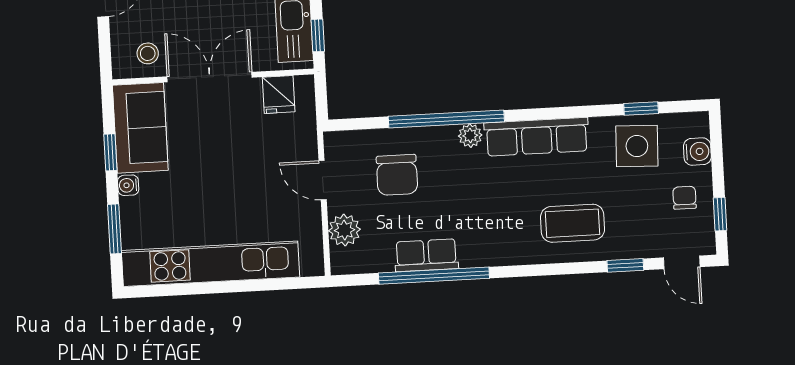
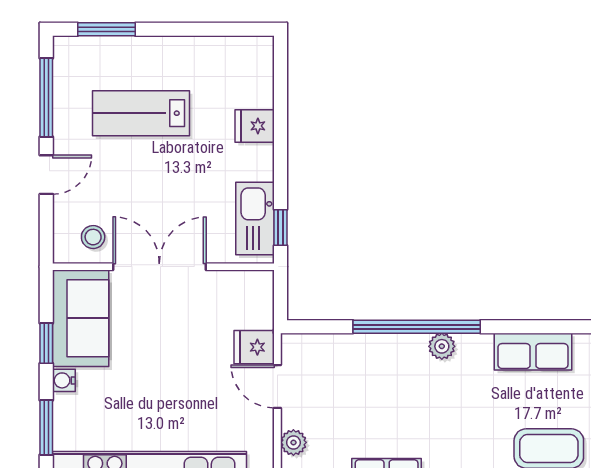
fridge: (279, 95) -> (254, 347), moved, turned 90
row of seats: (537, 137) -> (533, 352), width x0.68
chair: (397, 175) -> (359, 385), removed
plant: (344, 230) -> (293, 442), width x0.73, depth x0.73

